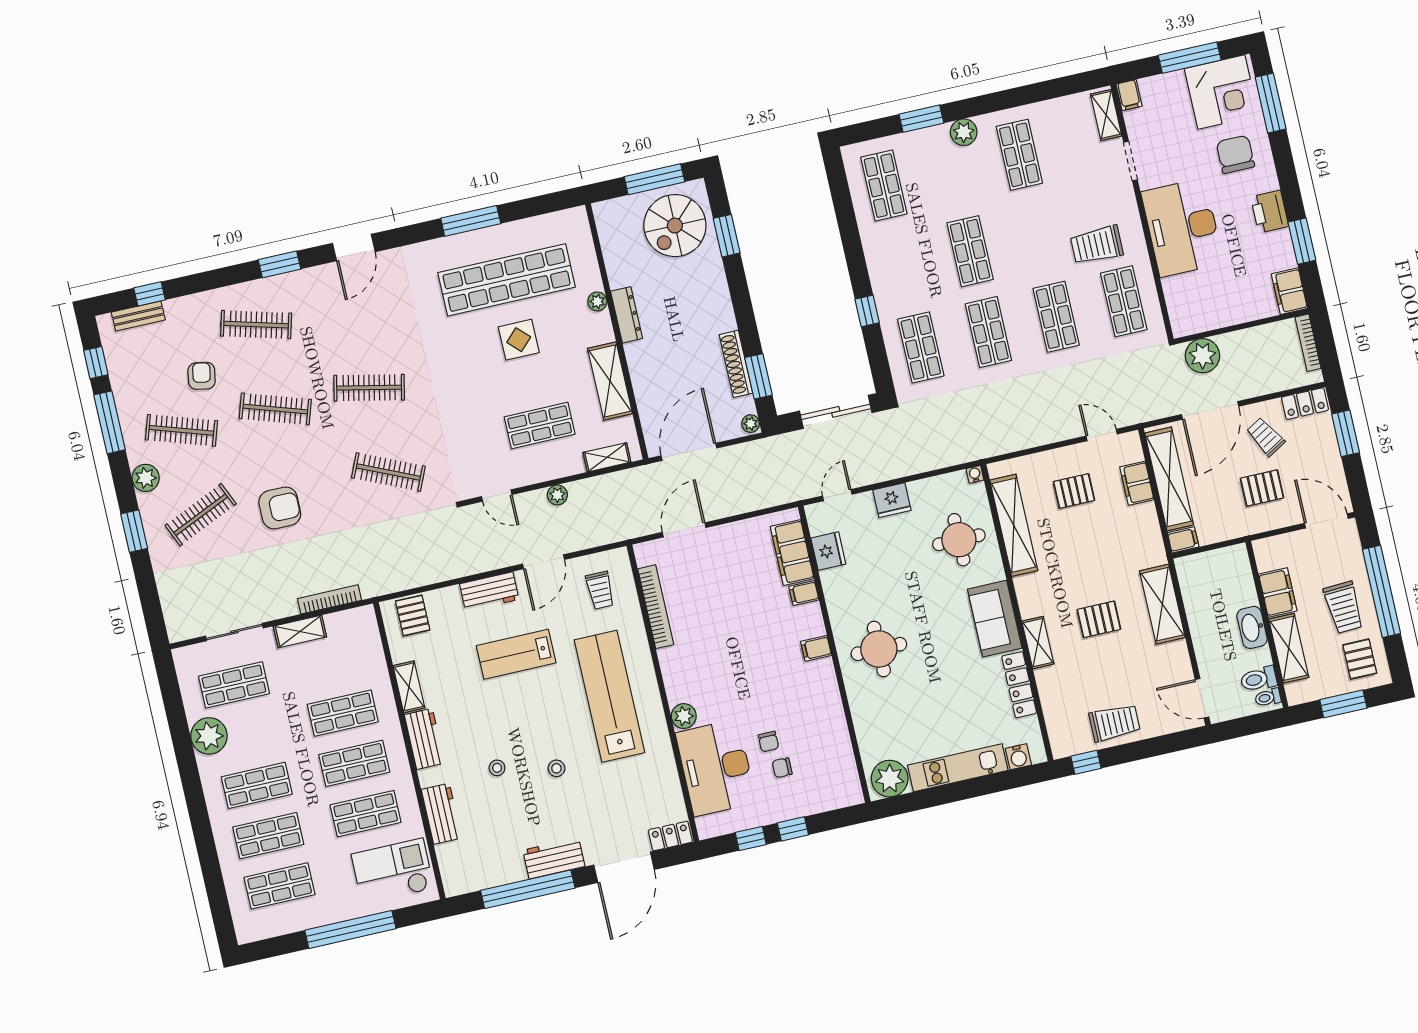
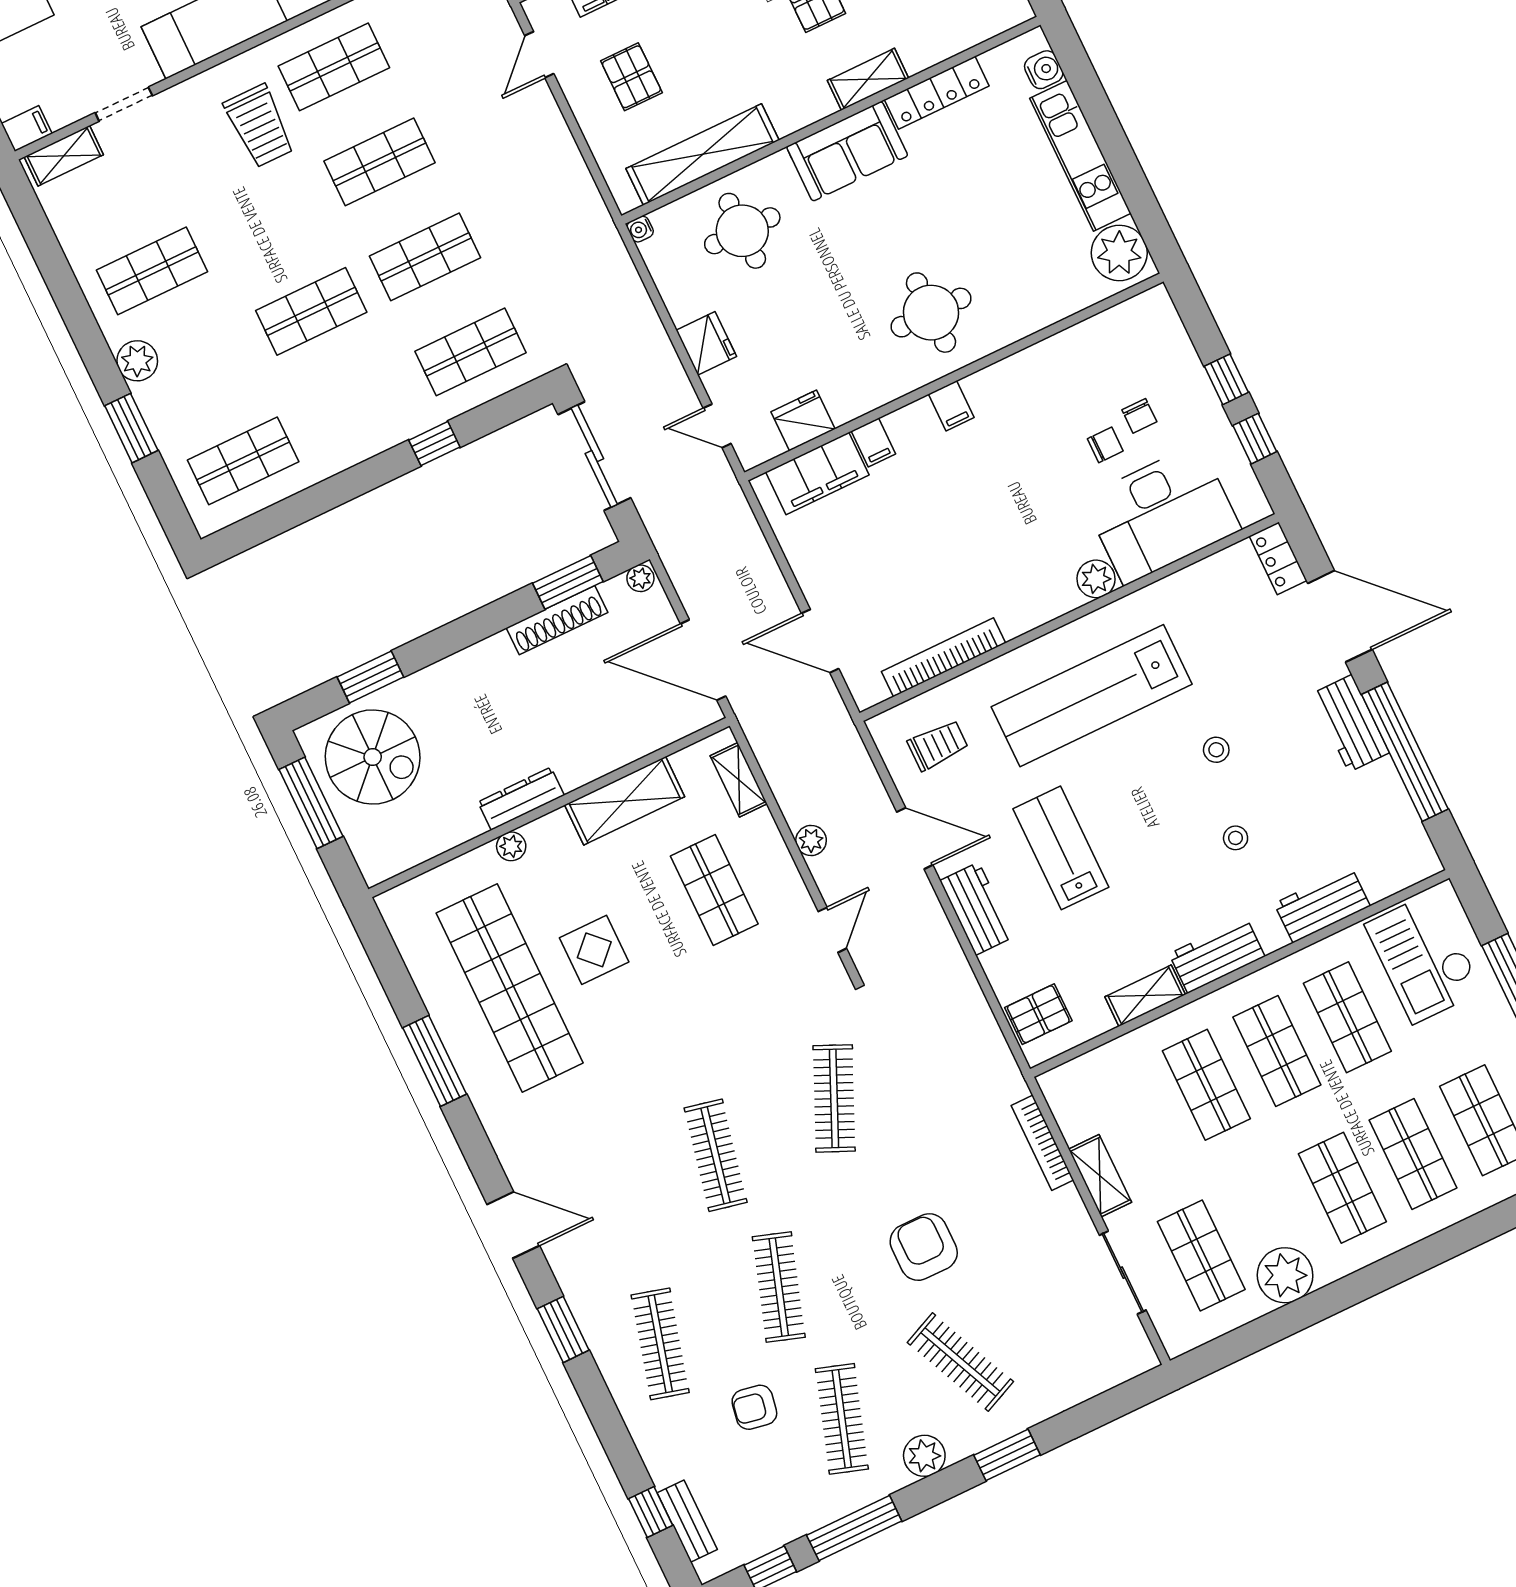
lab bench: (516, 654) -> (1061, 848), turned 180

